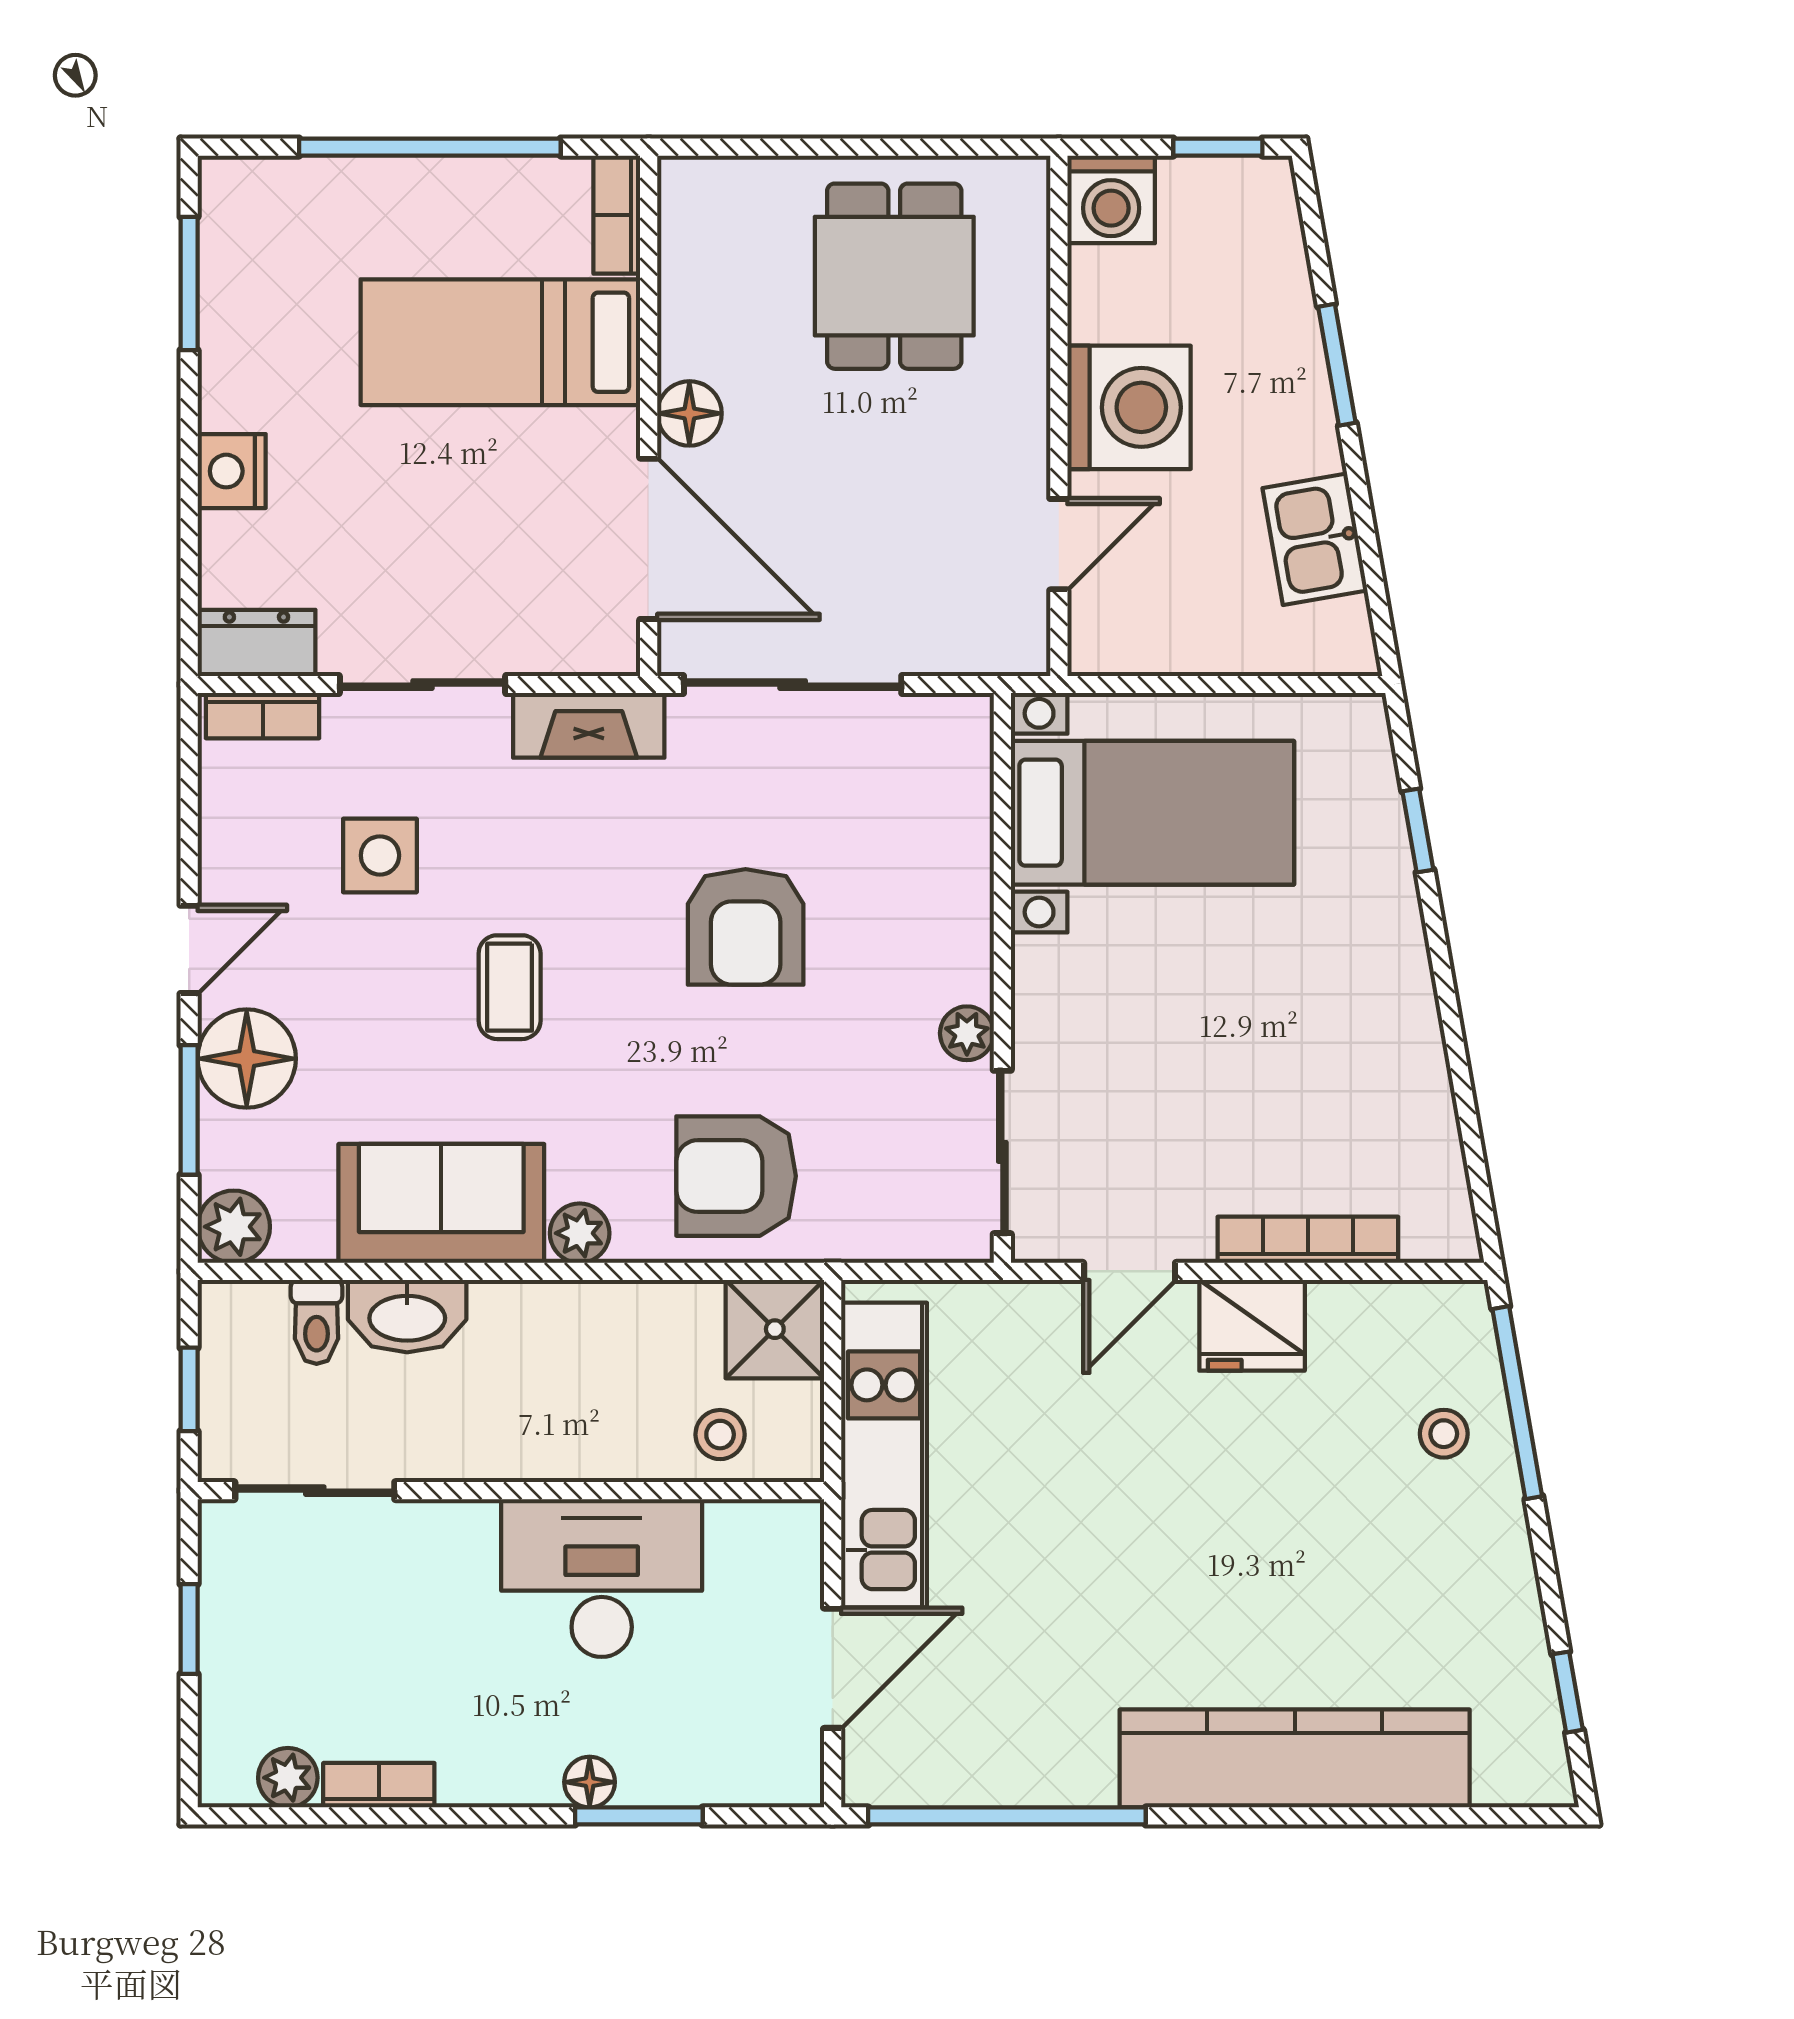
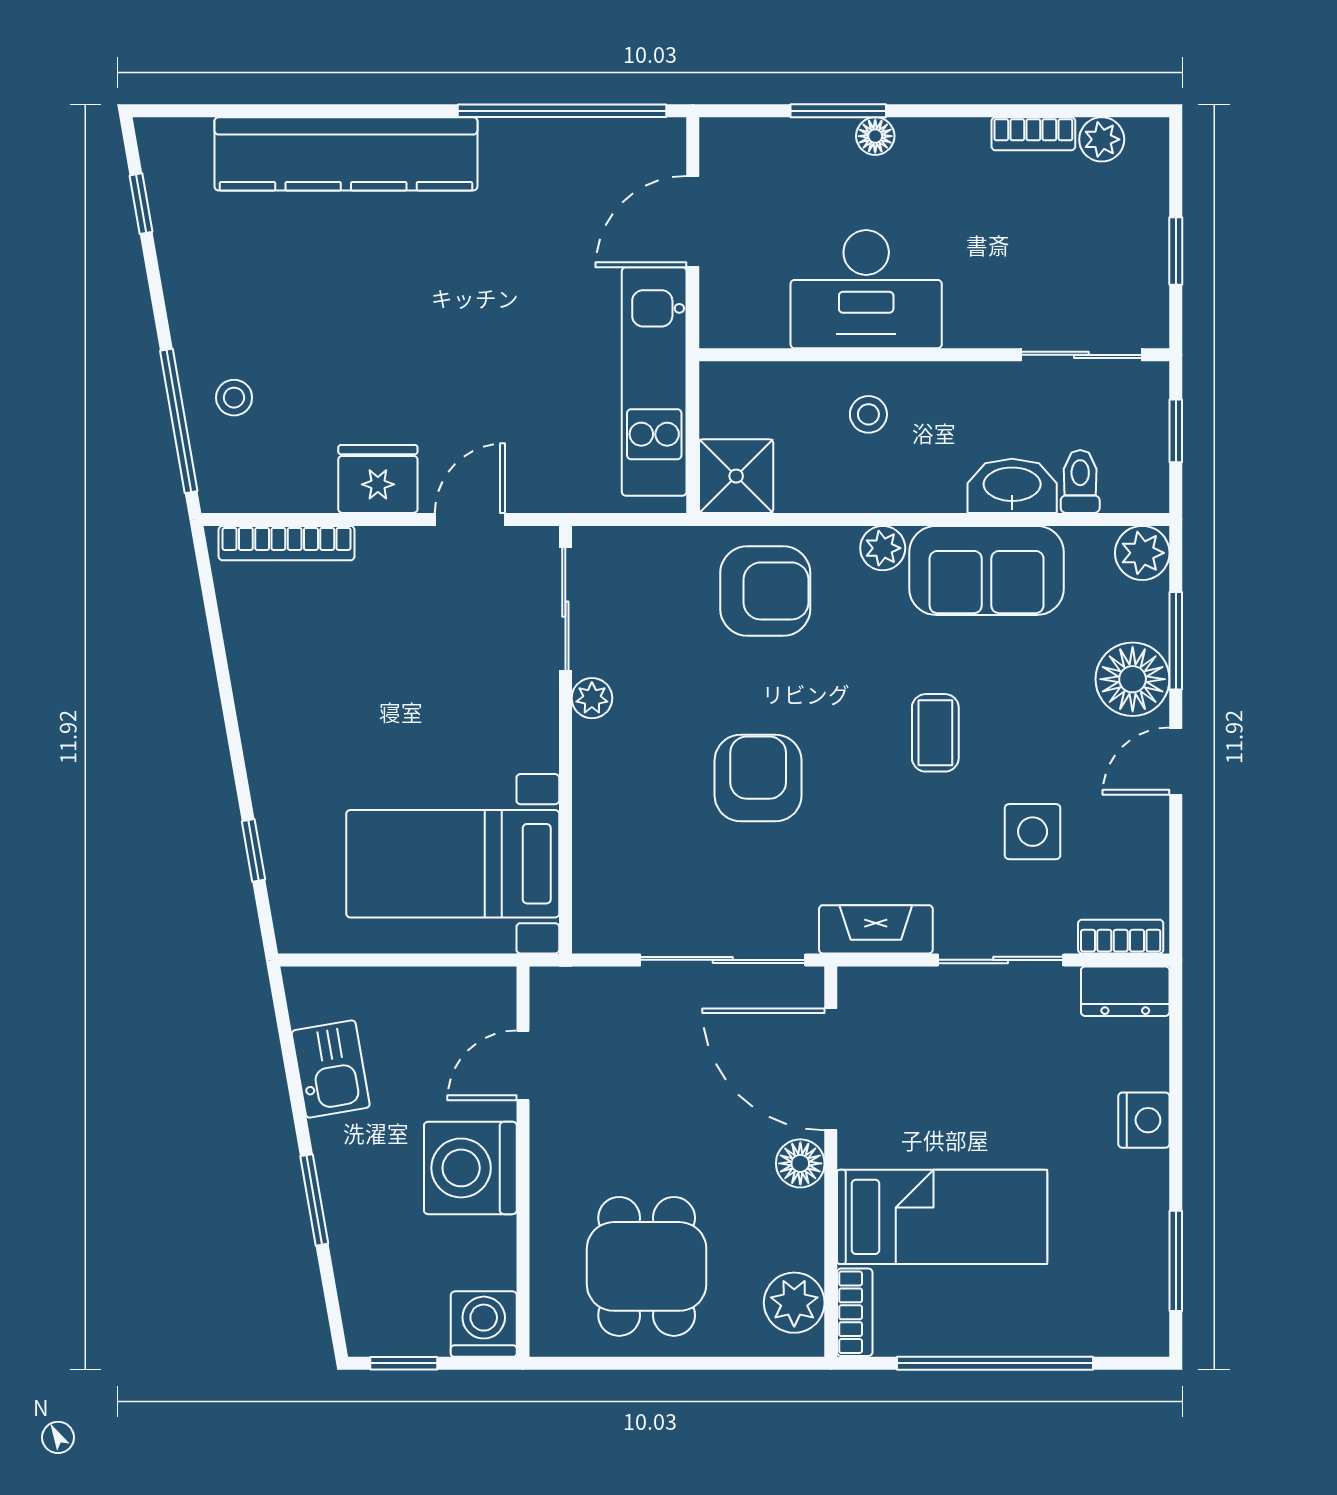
plant: (697, 228) -> (794, 1303), added
bookcase: (1308, 1240) -> (287, 543), moved
stool: (720, 1435) -> (868, 414), moved

